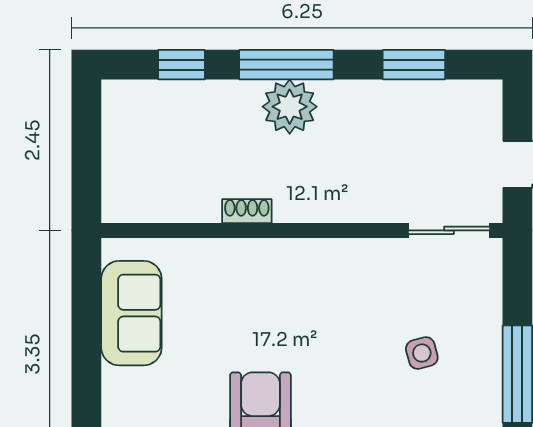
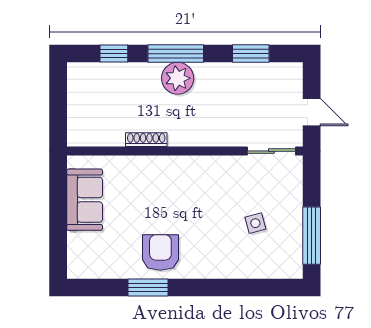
shoe rack: (247, 211) -> (146, 140), width x1.43

